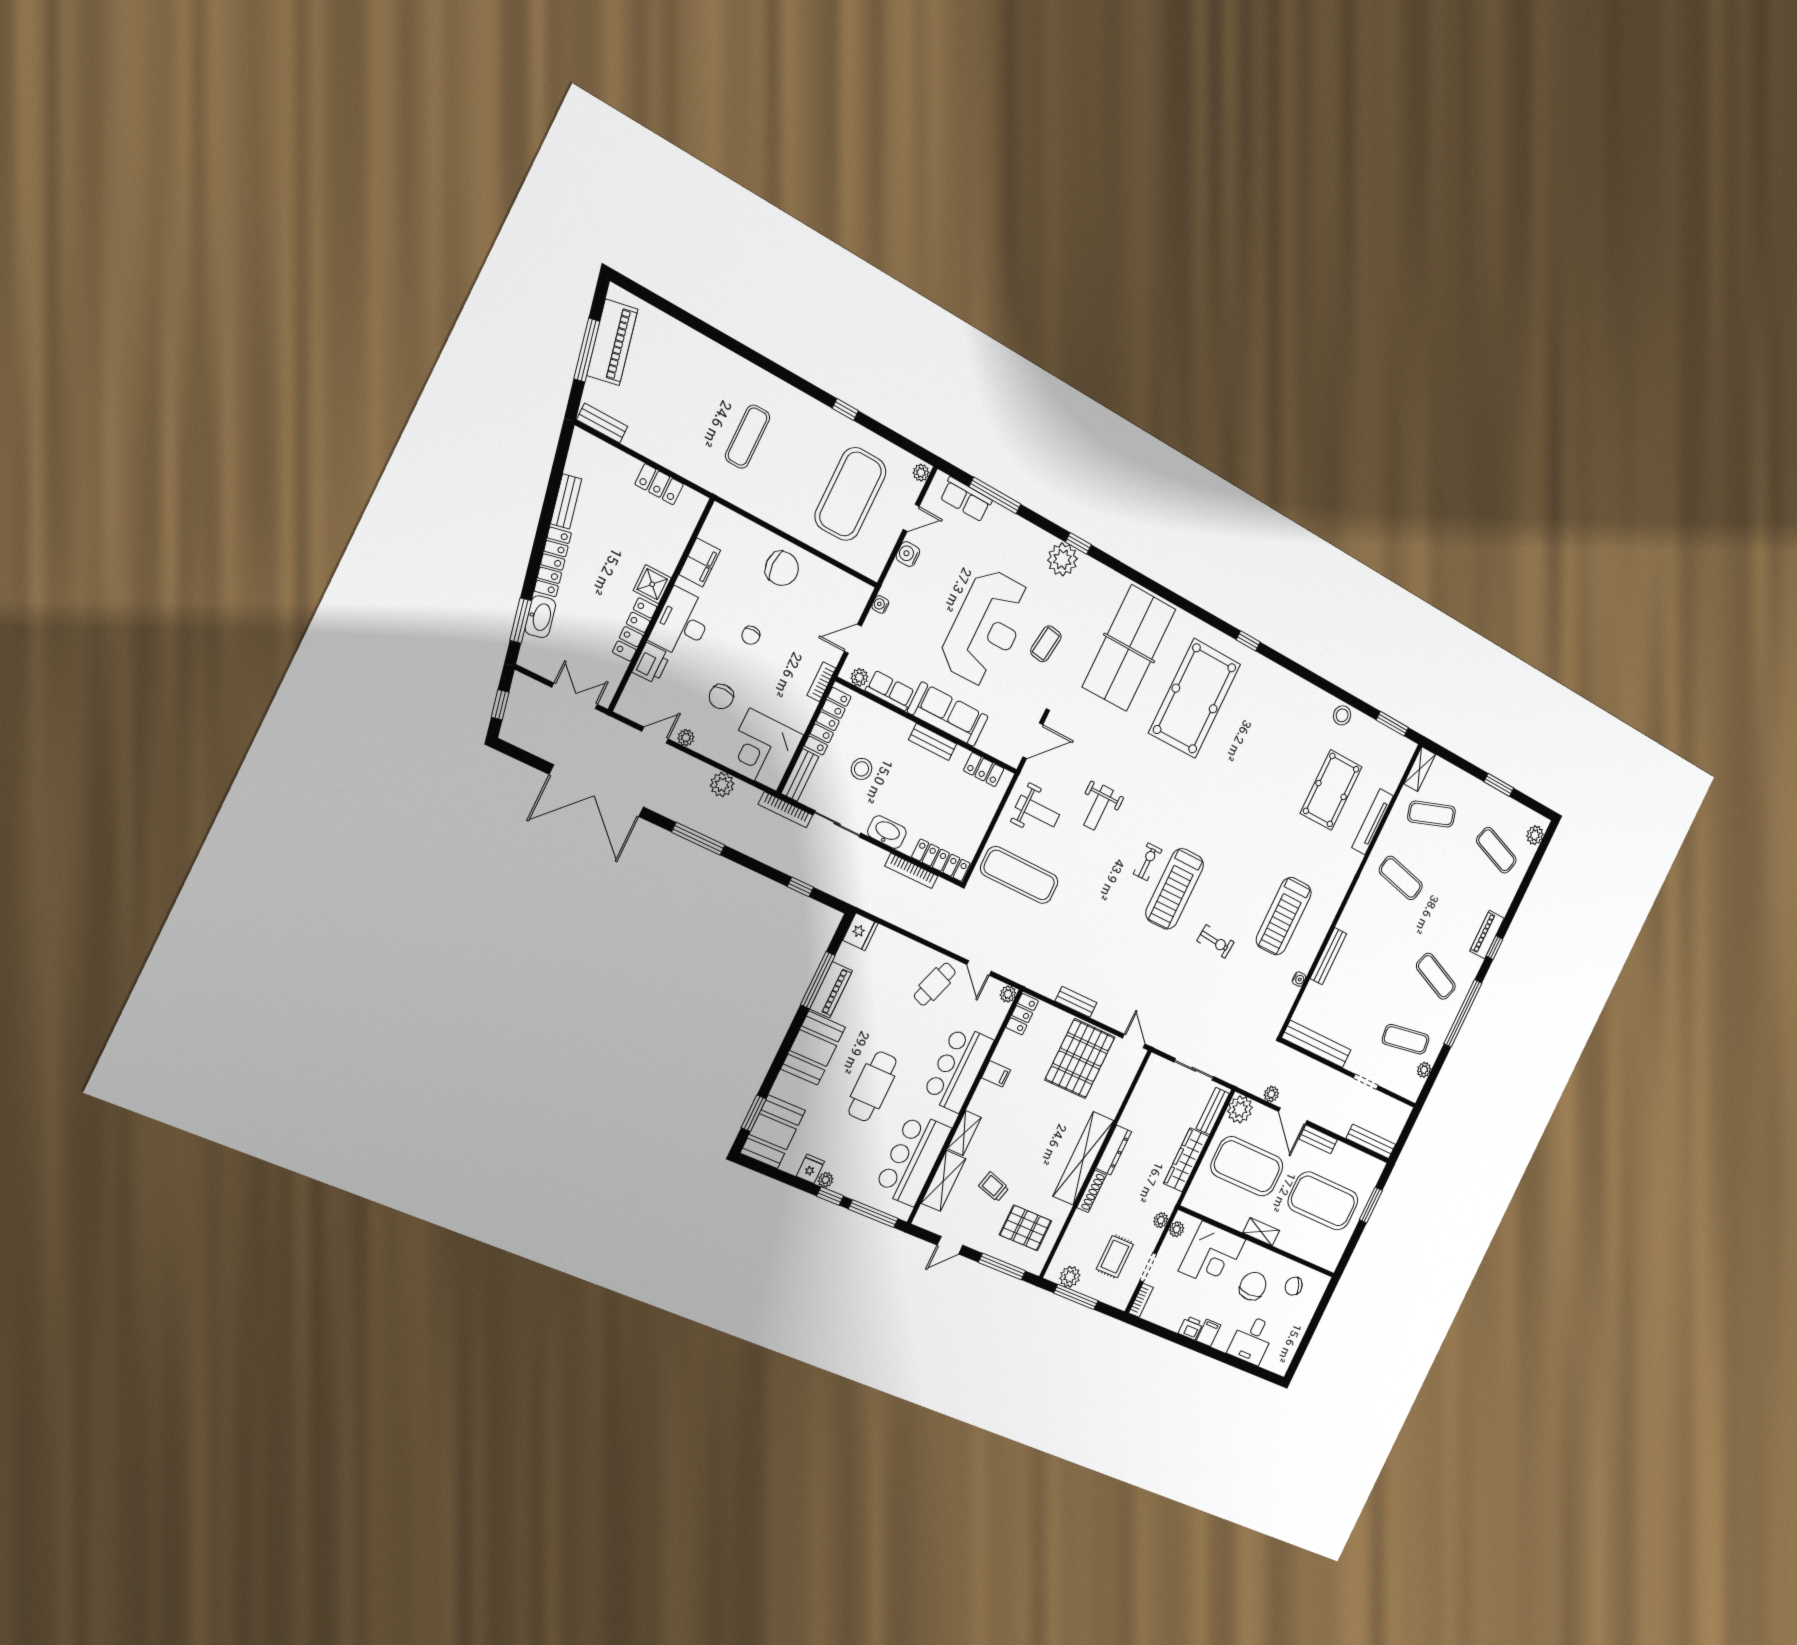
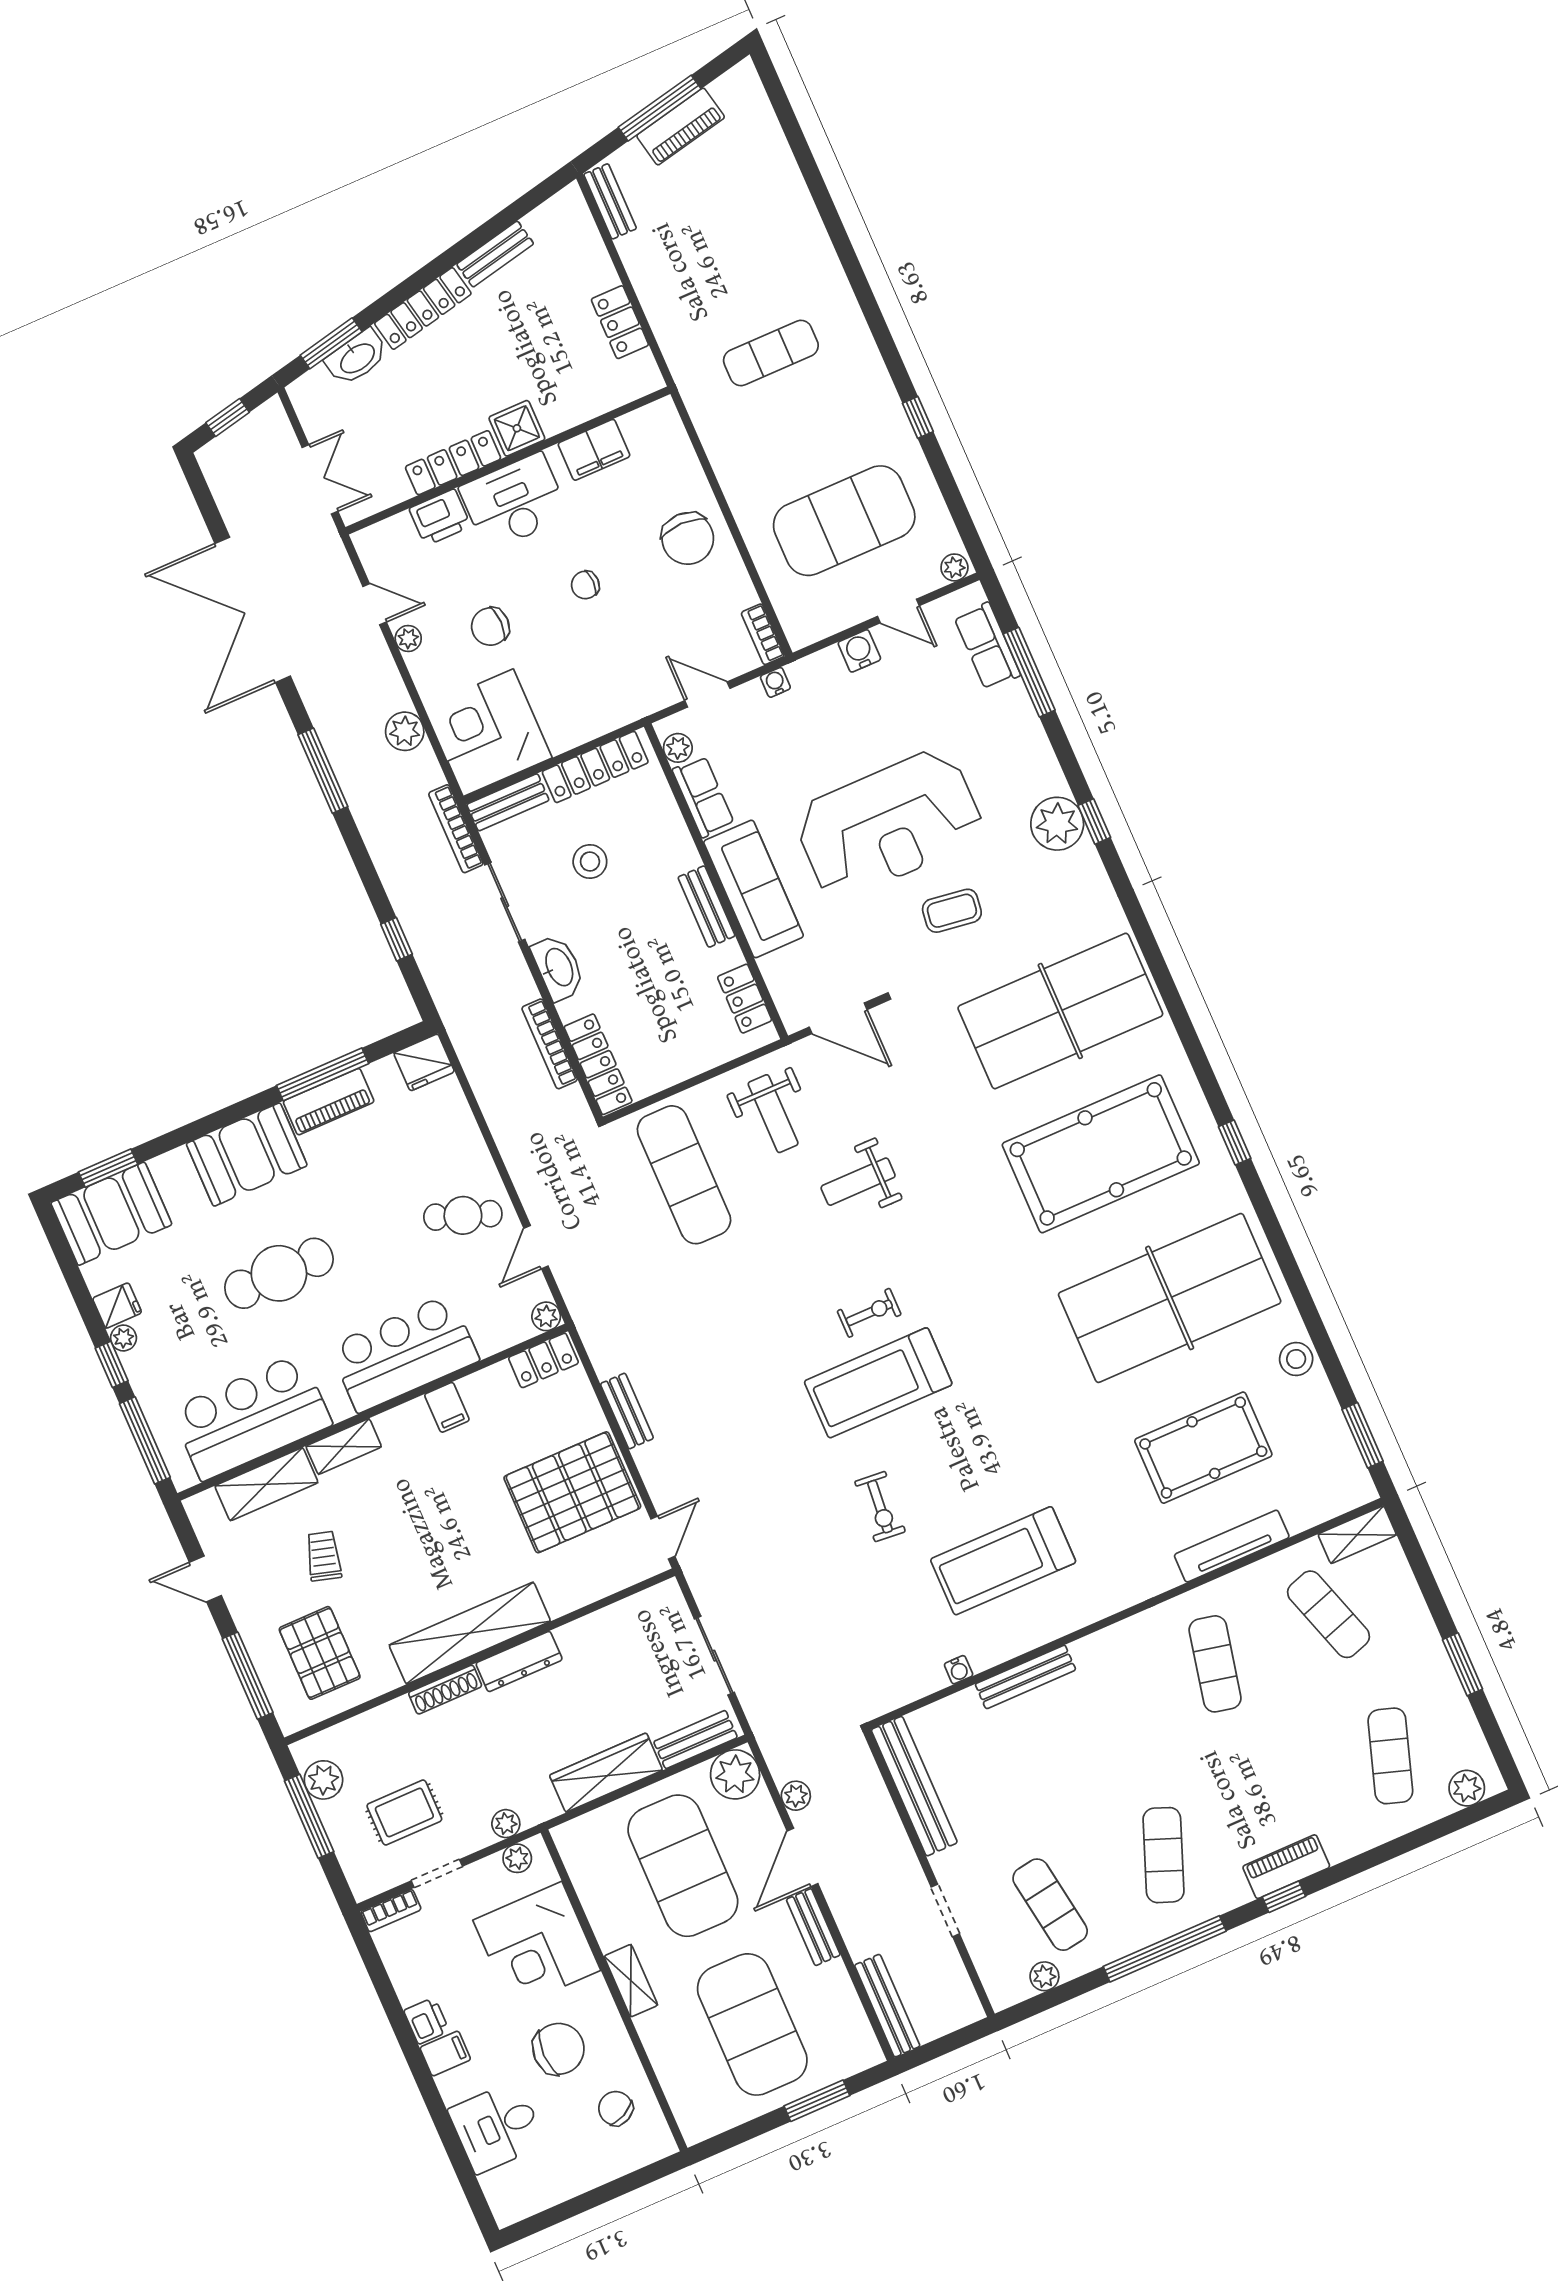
piano: (612, 342) -> (681, 127), width x0.73, depth x0.75
bookcase: (821, 682) -> (763, 634), moved, turned -90
table tennis table: (1270, 737) -> (1170, 1298), added

